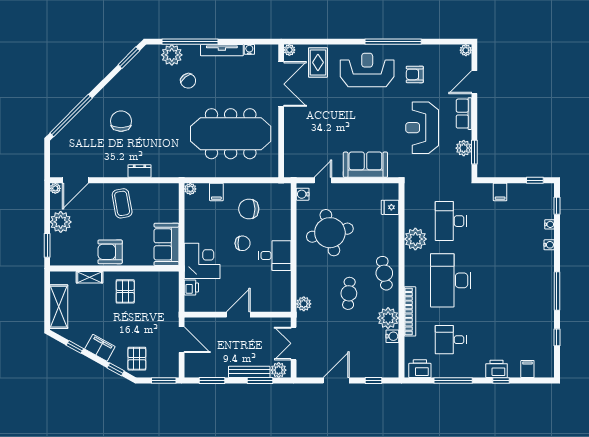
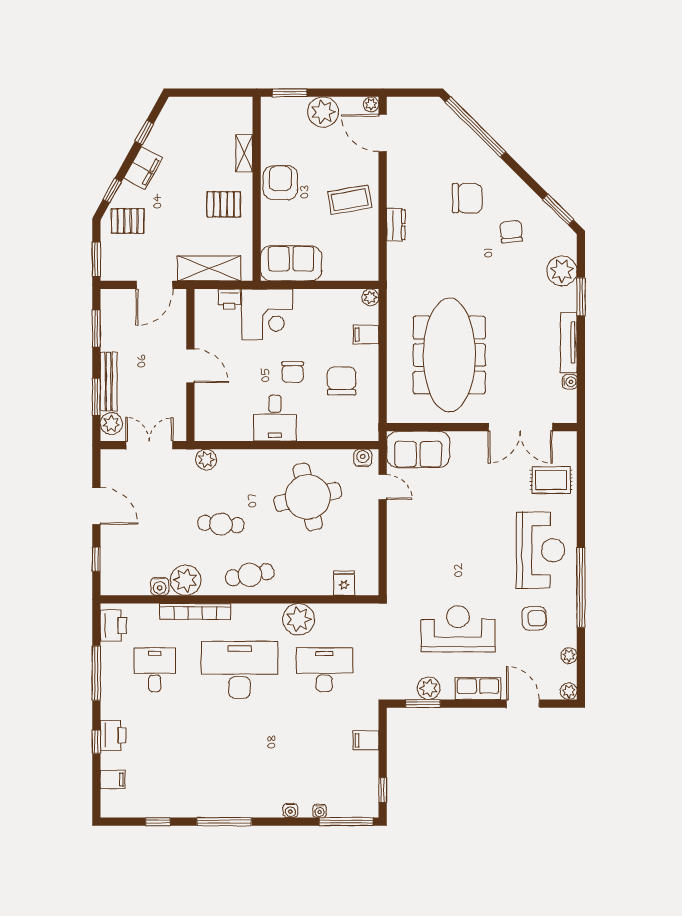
window: (190, 42) -> (581, 297), width x0.47
plant: (289, 50) -> (569, 656), moved
armchair: (415, 74) -> (534, 618), turned 89
chair: (188, 81) -> (511, 232), moved, turned 123
sofa: (365, 165) -> (418, 449), moved, turned 90
window: (557, 206) -> (346, 822), width x2.17
shelving: (59, 307) -> (209, 268), moved

